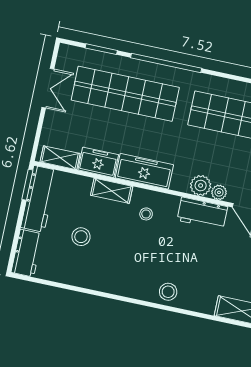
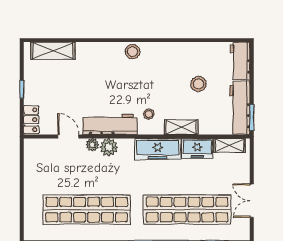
workbench: (202, 213) -> (110, 124), width x1.38
stool: (168, 292) -> (133, 52), moved

